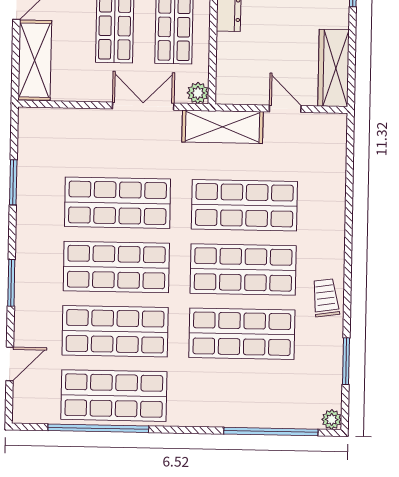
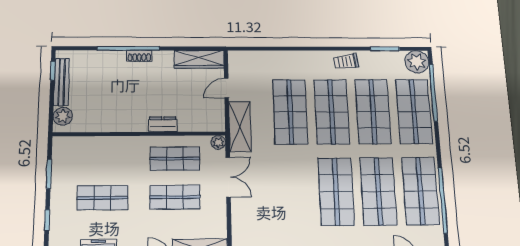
double door: (143, 106) -> (228, 177), swing flipped
shop shelf: (117, 203) -> (414, 111), moved
plant: (332, 419) -> (417, 62), width x1.87, depth x1.87

